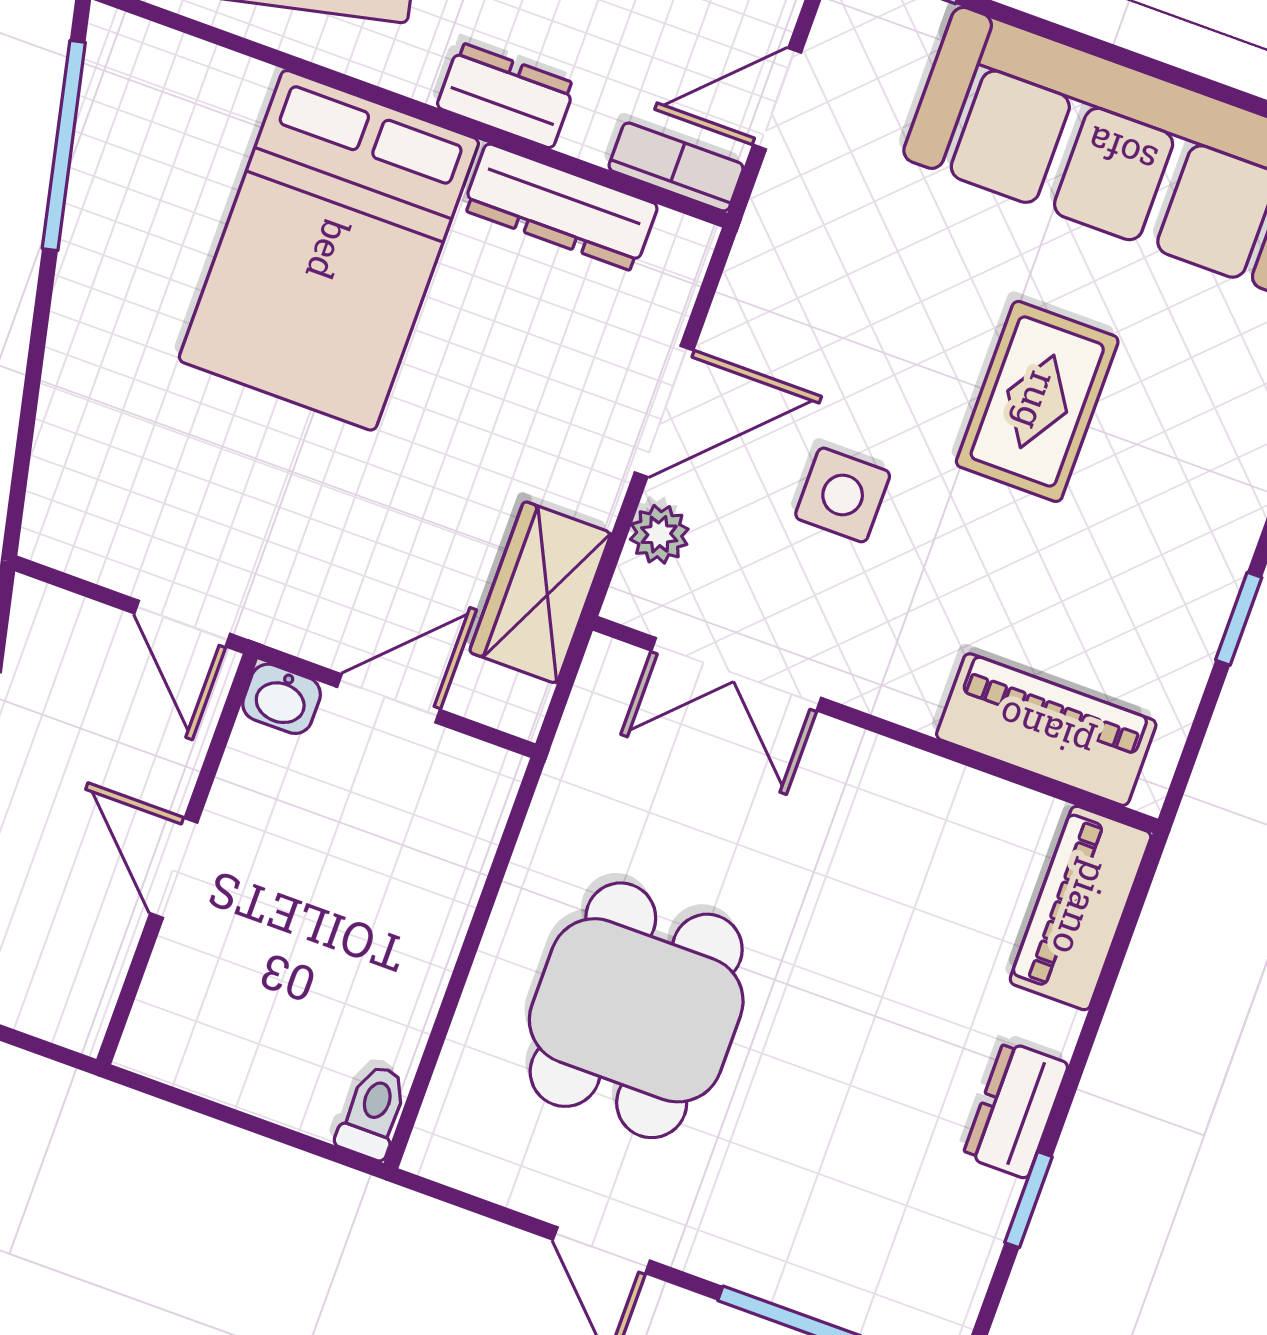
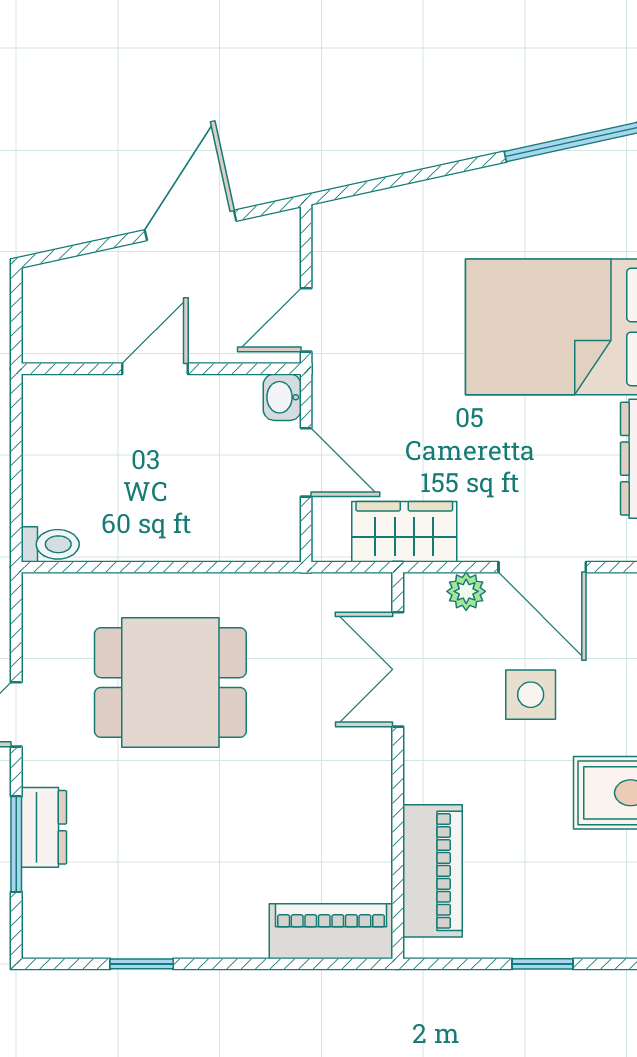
dresser: (1016, 1110) -> (44, 827), moved, turned 90

